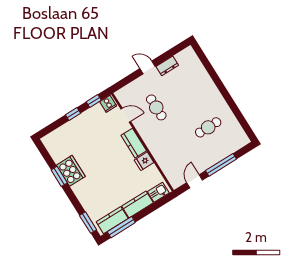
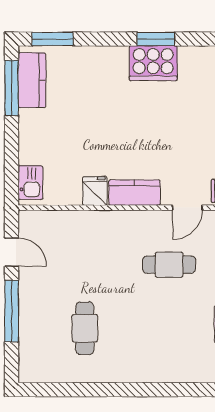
kitchen counter: (137, 204) -> (32, 137), removed

